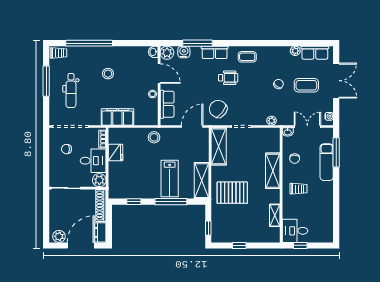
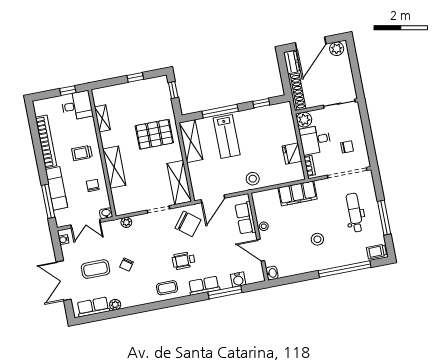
plant: (167, 53) -> (257, 275), removed
lab bench: (170, 179) -> (227, 136), turned 180
bookcase: (328, 205) -> (46, 142), added

